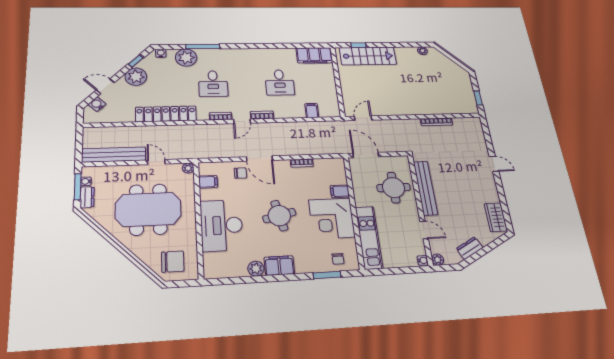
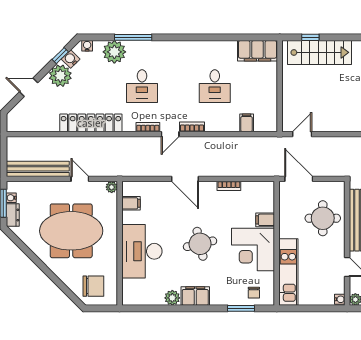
water cooler: (97, 104) -> (71, 59), moved
chair: (240, 173) -> (164, 195), removed

